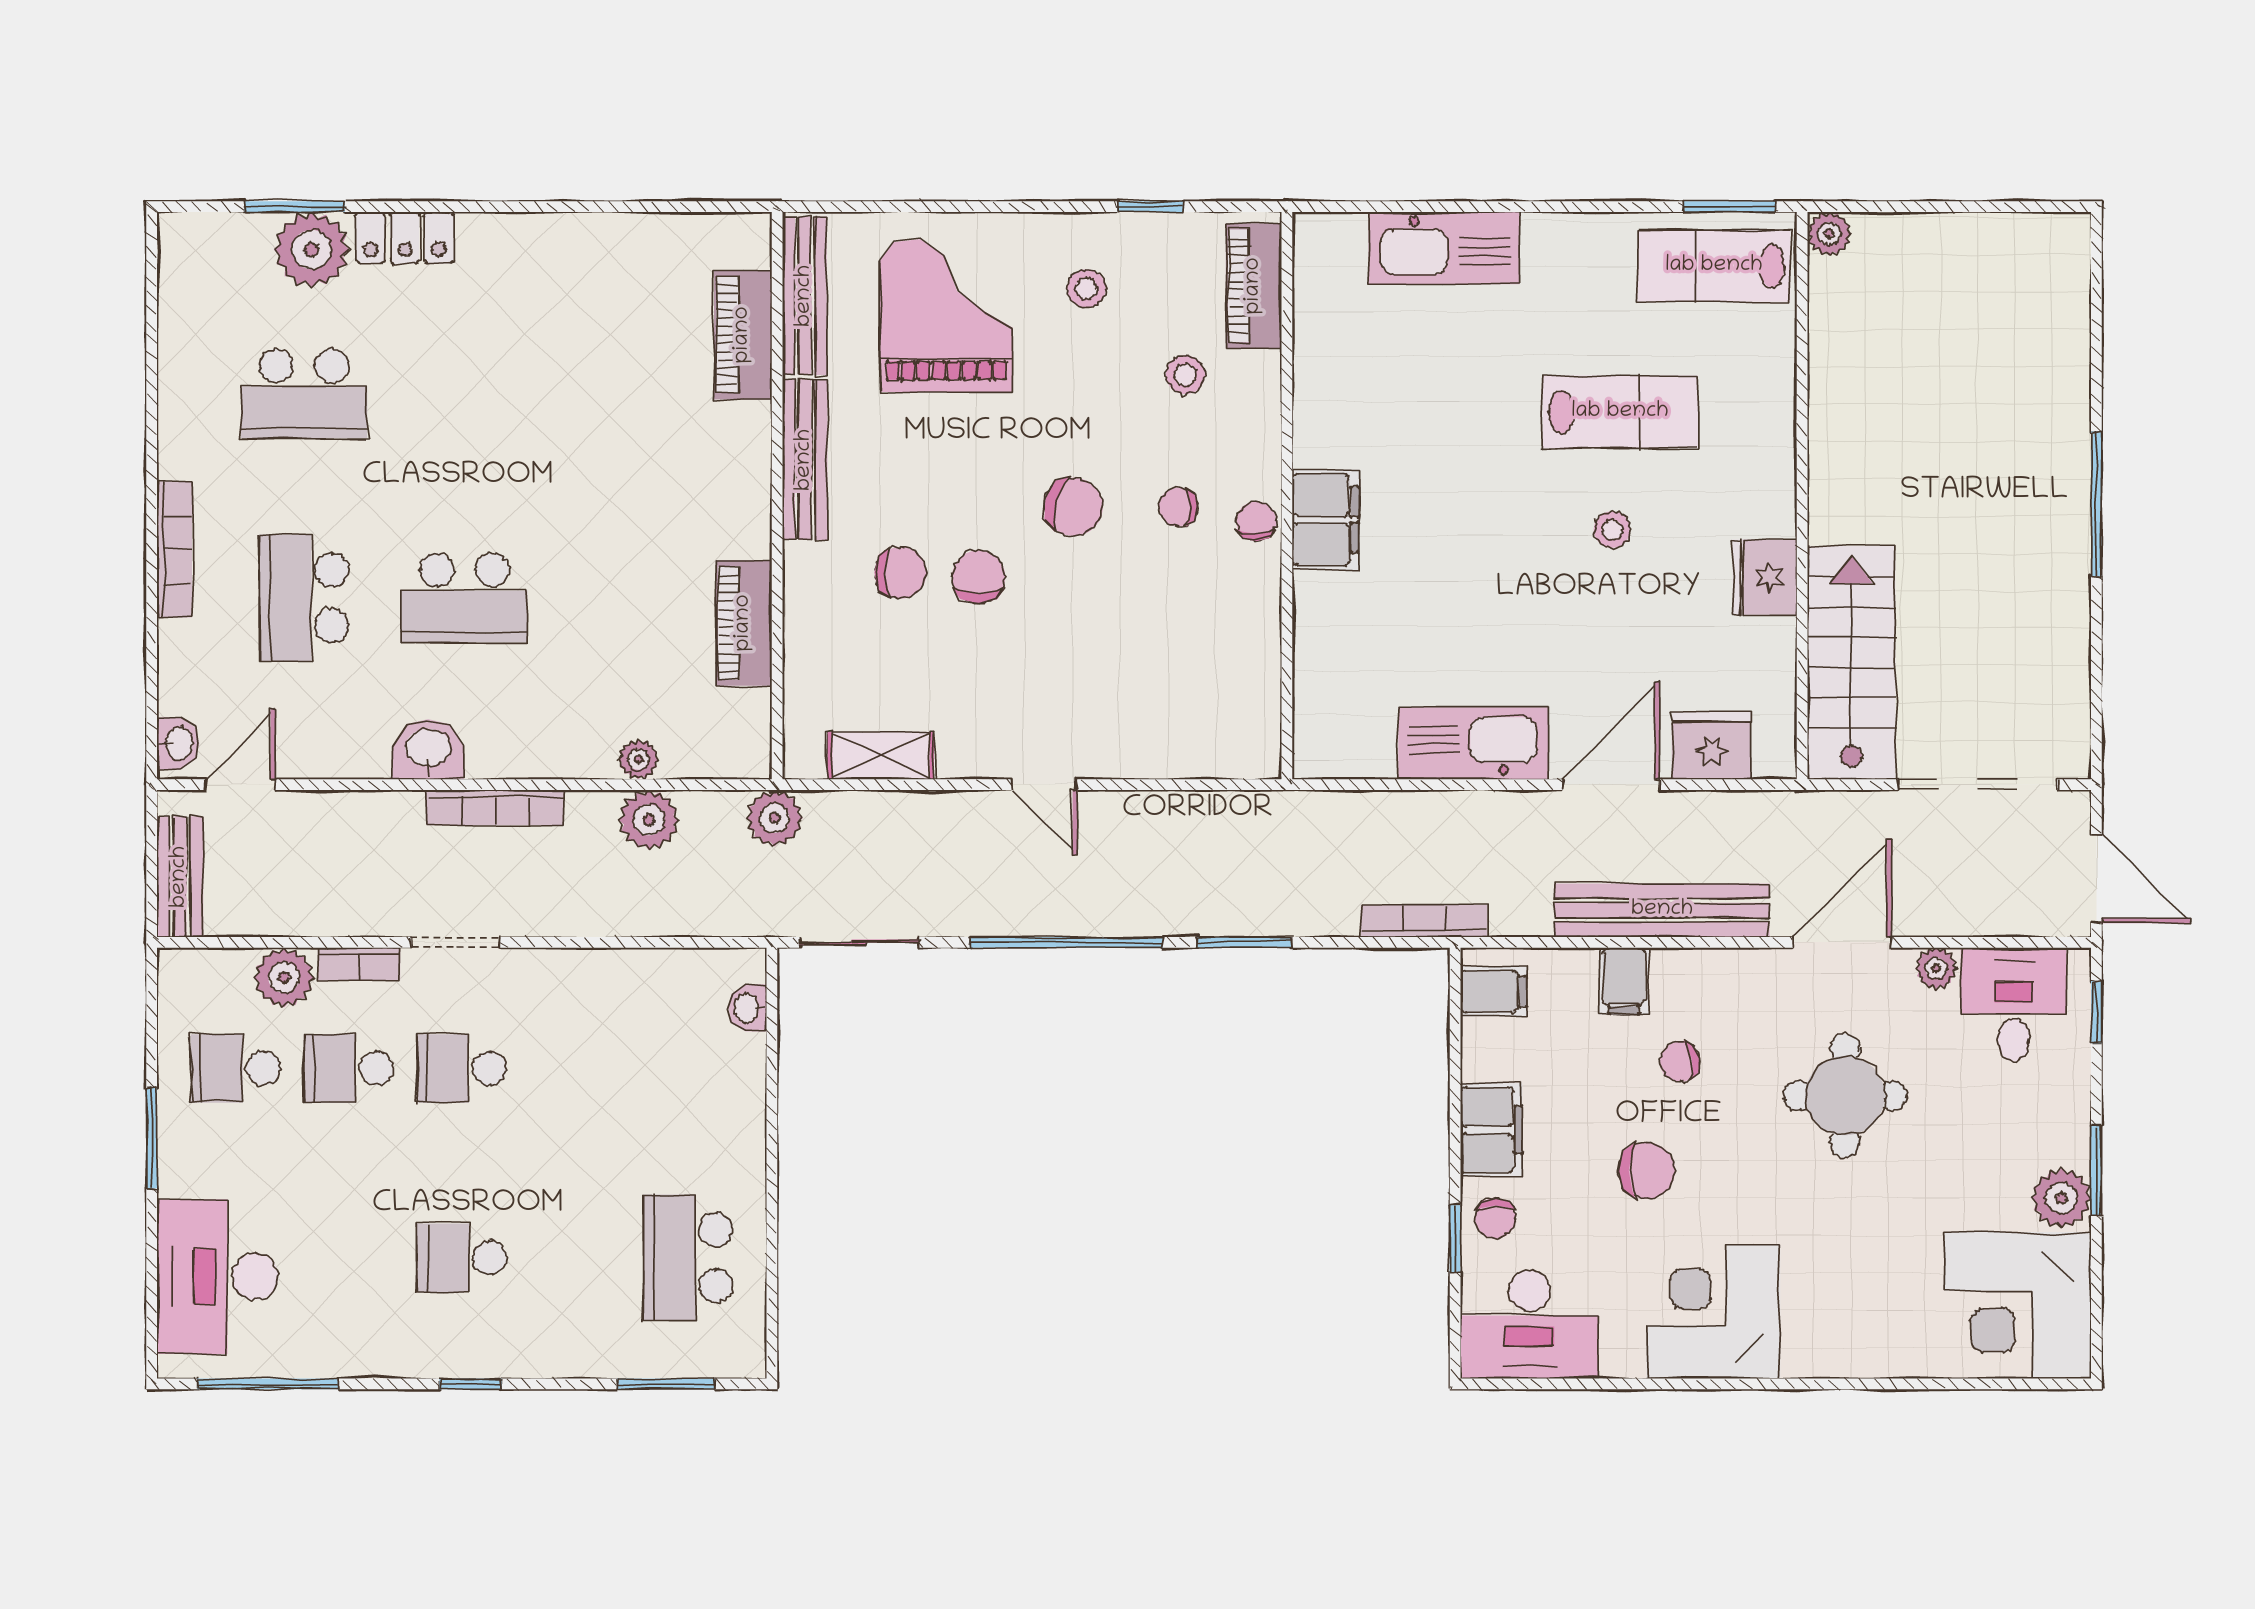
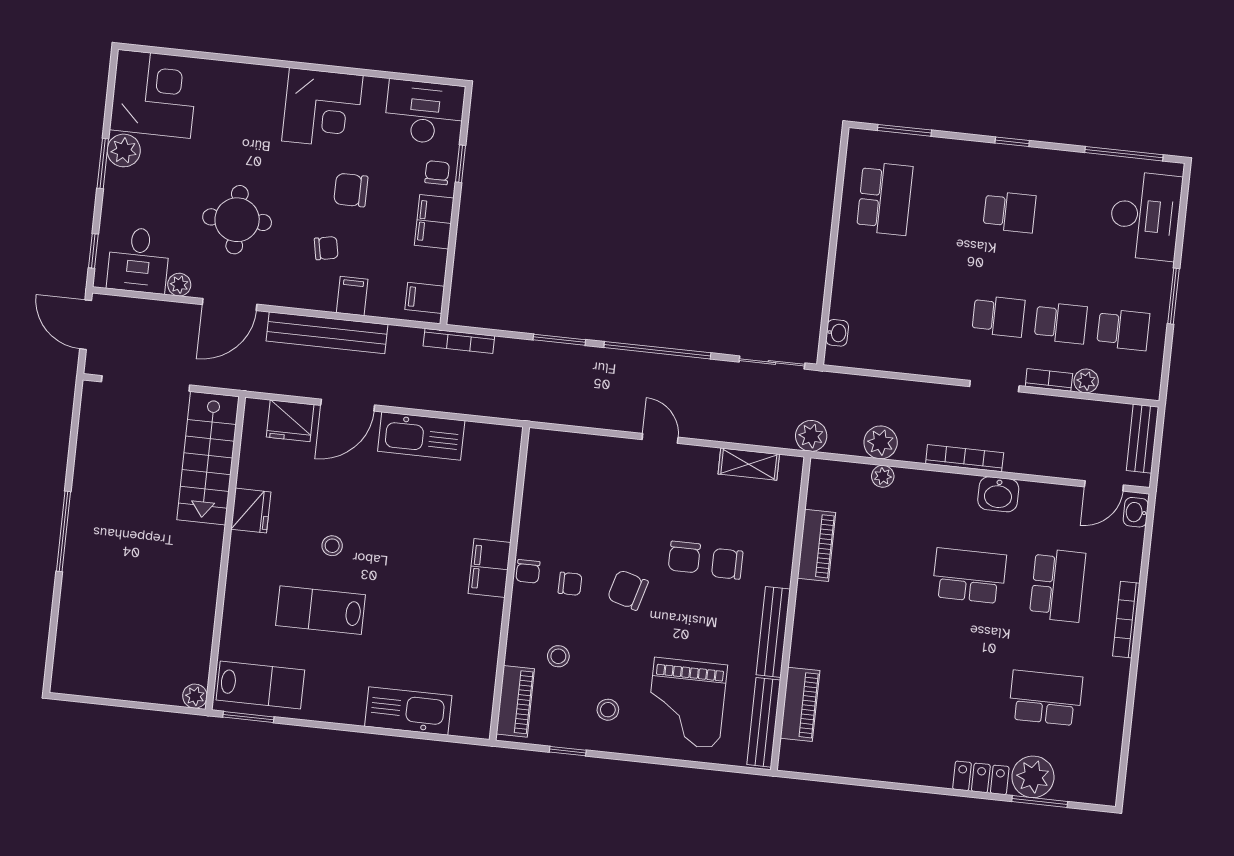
plant: (284, 977) -> (1086, 381), width x0.73, depth x0.73

